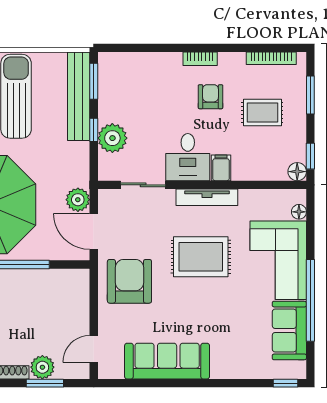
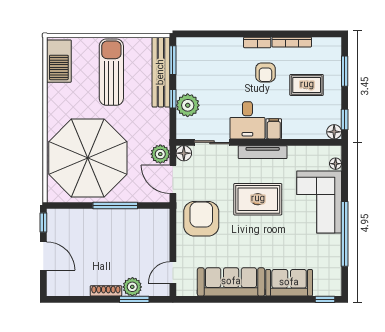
bookcase: (271, 58) -> (292, 42), moved
armchair: (211, 97) -> (265, 72), turned 180
floor lamp: (107, 199) -> (184, 153), added
sofa: (289, 330) -> (289, 283), moved, turned 90

